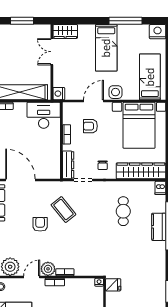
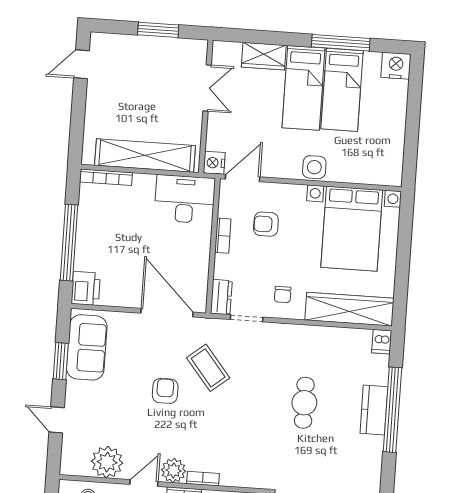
wardrobe: (65, 31) -> (264, 56), moved
double door: (52, 52) -> (207, 88), swing flipped
bed: (150, 77) -> (342, 90), moved, turned 180
door: (94, 101) -> (243, 178), moved
dresser: (68, 165) -> (221, 297), width x0.70
door: (20, 180) -> (167, 313), moved
cafe table: (123, 211) -> (304, 403), moved

